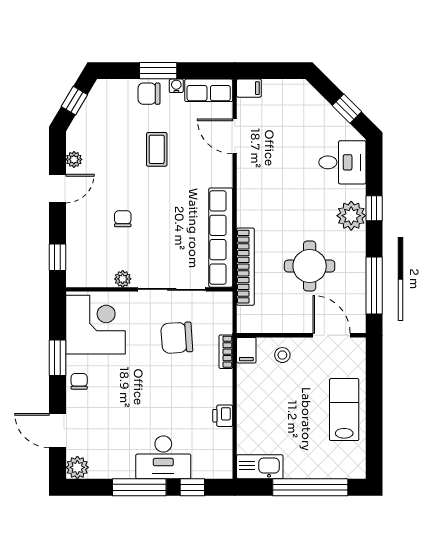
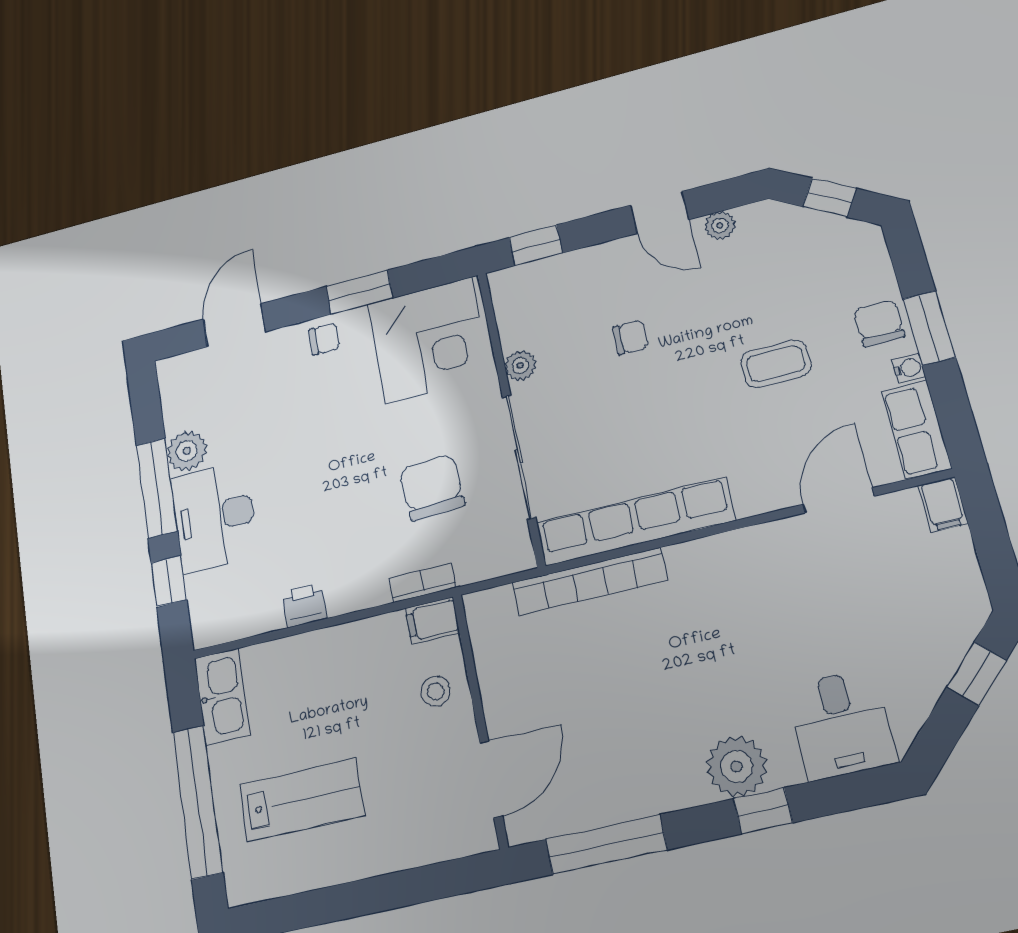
window: (347, 109) -> (977, 674), moved
round table: (310, 266) -> (617, 705), removed
lab bench: (344, 410) -> (302, 800), moved
plant: (77, 467) -> (187, 451), moved

